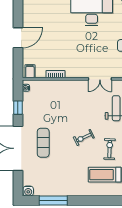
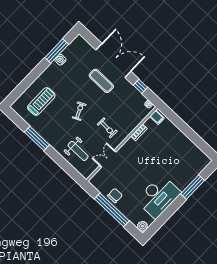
door: (18, 38) -> (187, 130), removed
exercise bike: (110, 149) -> (107, 128), moved
water cooler: (28, 191) -> (60, 60), moved

